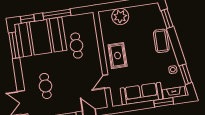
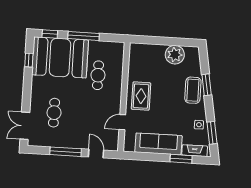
plant: (120, 16) -> (175, 55), moved
window: (167, 19) -> (207, 85), moved
window: (14, 45) -> (29, 60), width x0.46

